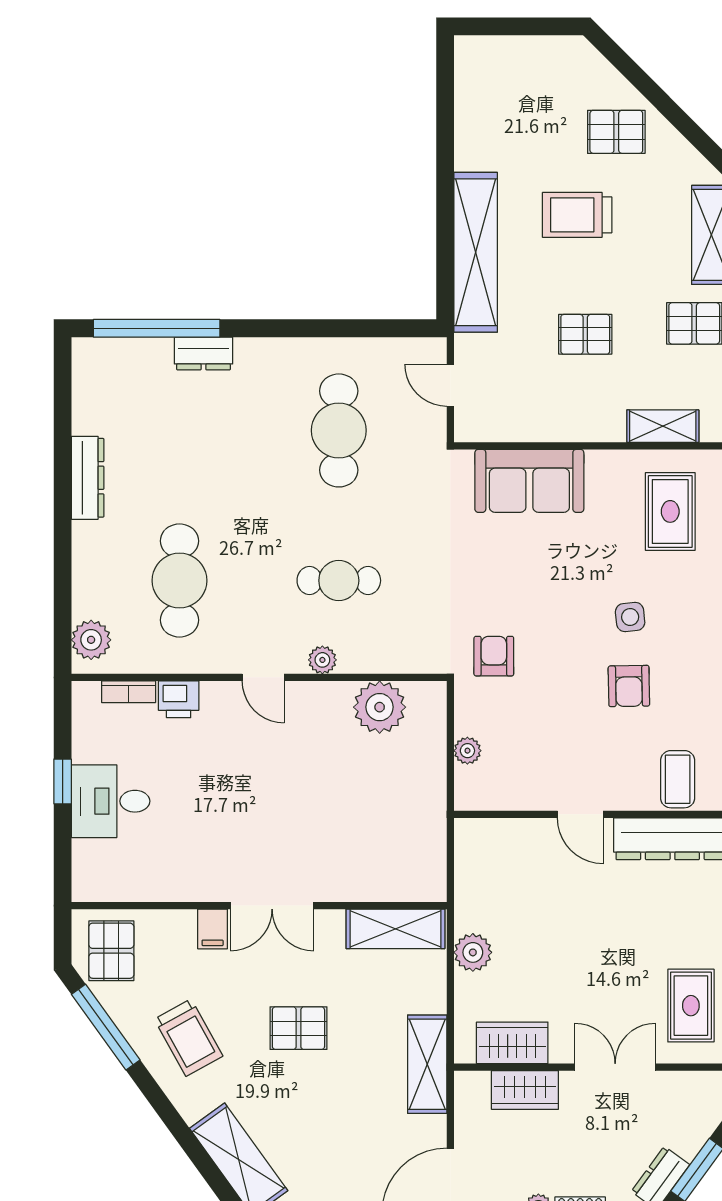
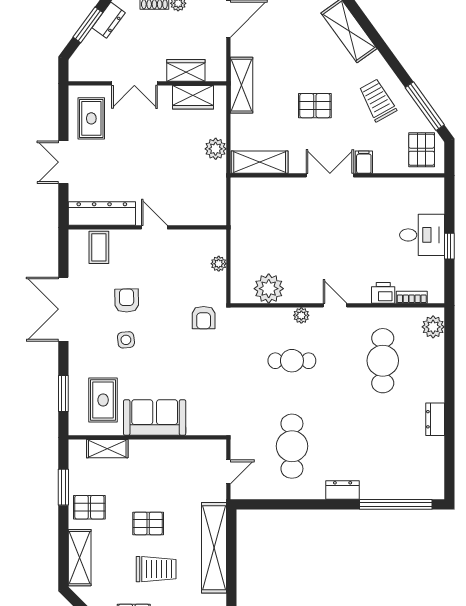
pallet: (585, 334) -> (148, 523), moved
dresser: (203, 353) -> (343, 490), moved
door: (450, 385) -> (228, 472), hinge flipped
dresser: (88, 478) -> (435, 419), width x0.70
sofa: (529, 481) -> (155, 417), moved

